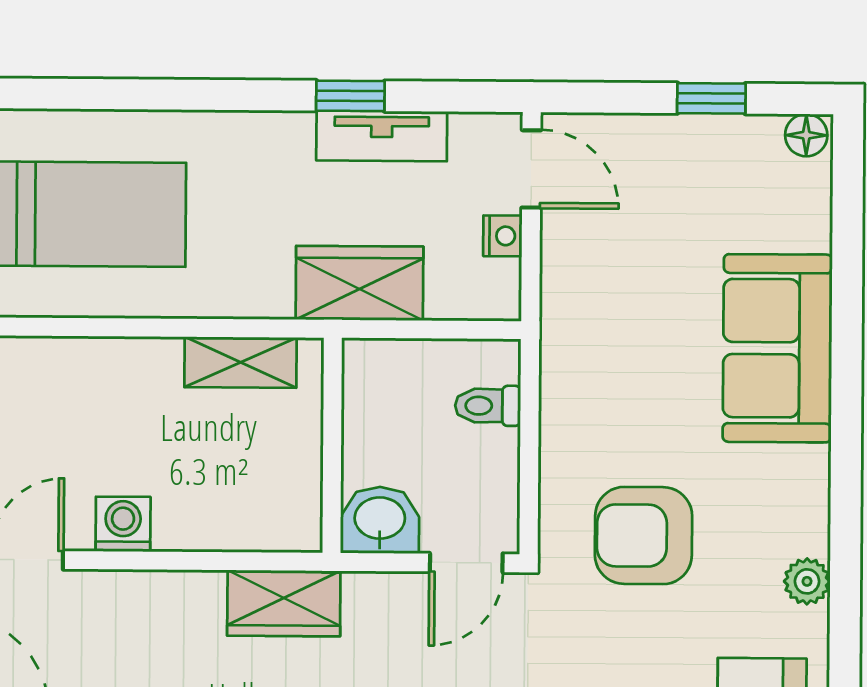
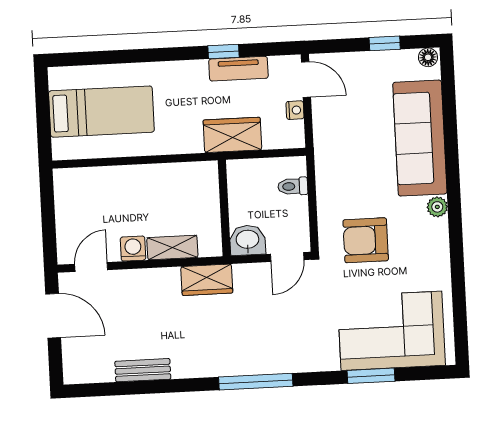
sofa: (777, 348) -> (420, 138), width x1.36
shelving: (241, 362) -> (172, 248), moved
plant: (807, 581) -> (437, 207), moved

